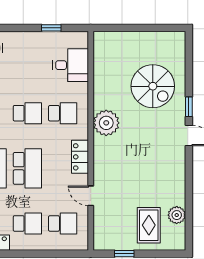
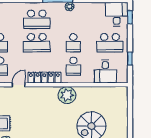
school desk: (27, 58) -> (110, 43), added
locker: (80, 157) -> (44, 78), width x1.53

